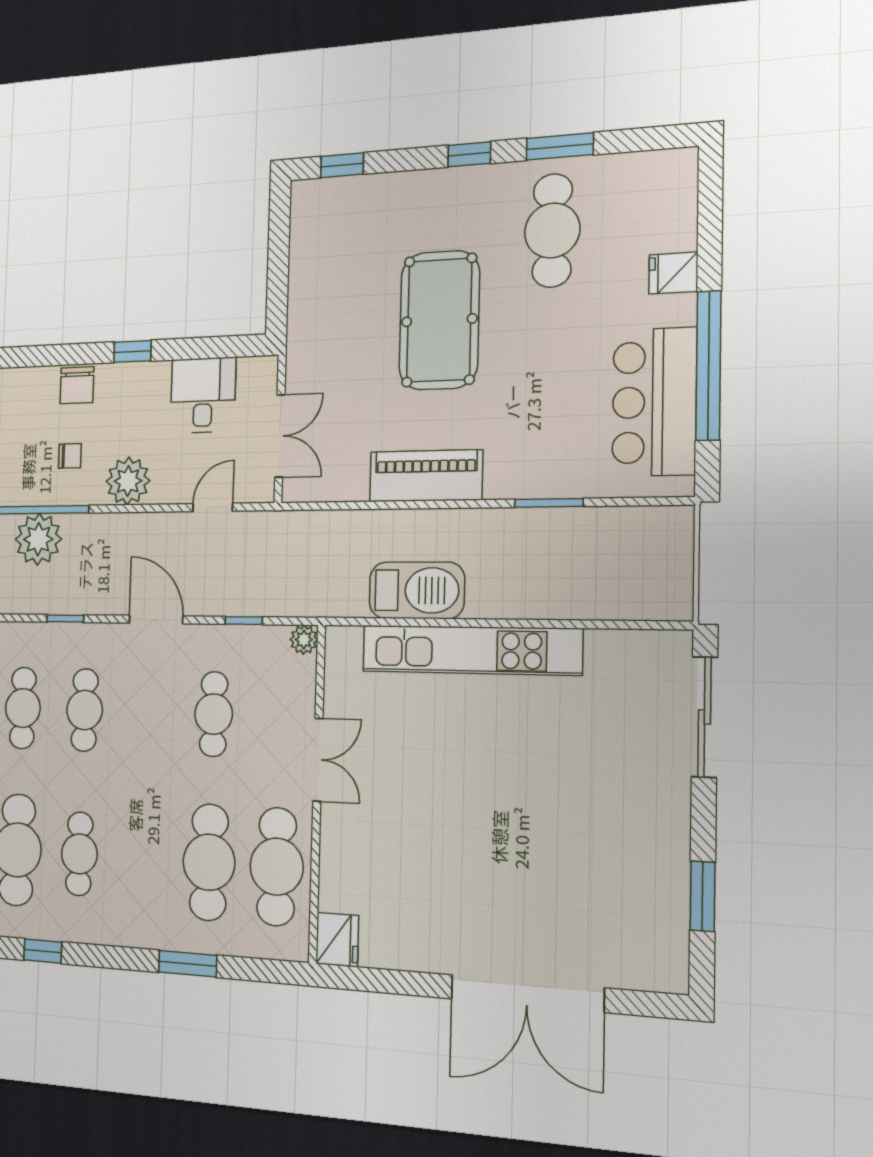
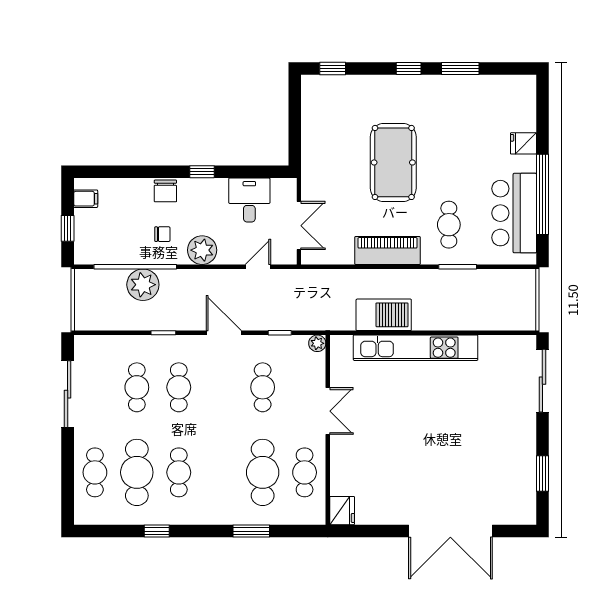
cafe table: (552, 231) -> (449, 225), moved, width x0.73, depth x0.74
cafe table: (277, 867) -> (305, 472), width x0.73, depth x0.74

